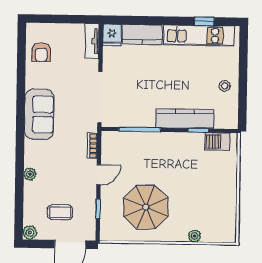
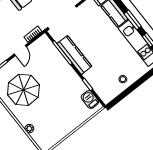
window: (167, 21) -> (133, 20), added
kitchen counter: (185, 119) -> (74, 55), moved
door: (99, 175) -> (20, 50), hinge flipped

